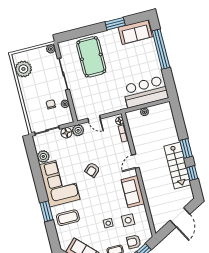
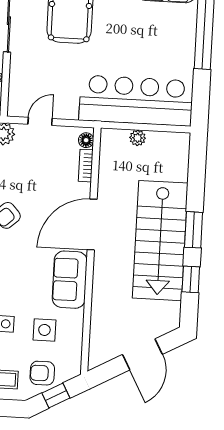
bar counter: (146, 92) -> (136, 101), width x1.36
door: (94, 119) -> (40, 121), swing flipped
door: (135, 161) -> (92, 225), width x1.87
stairs: (177, 166) -> (160, 241), width x1.36, depth x1.51

